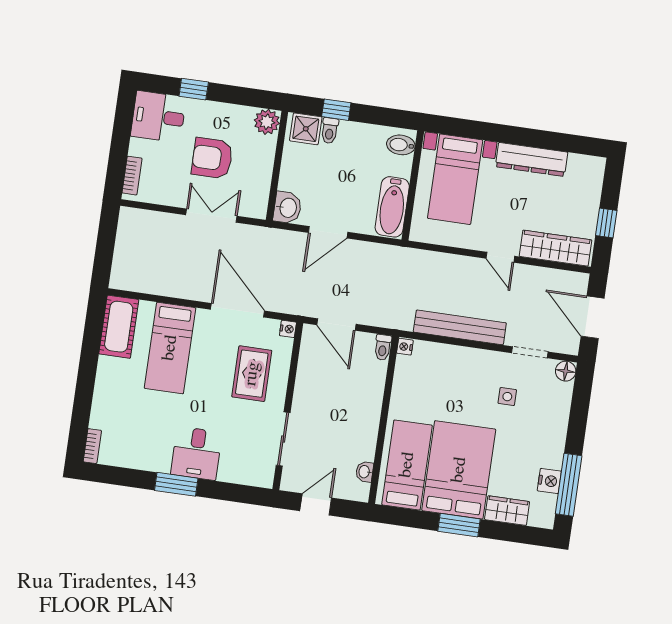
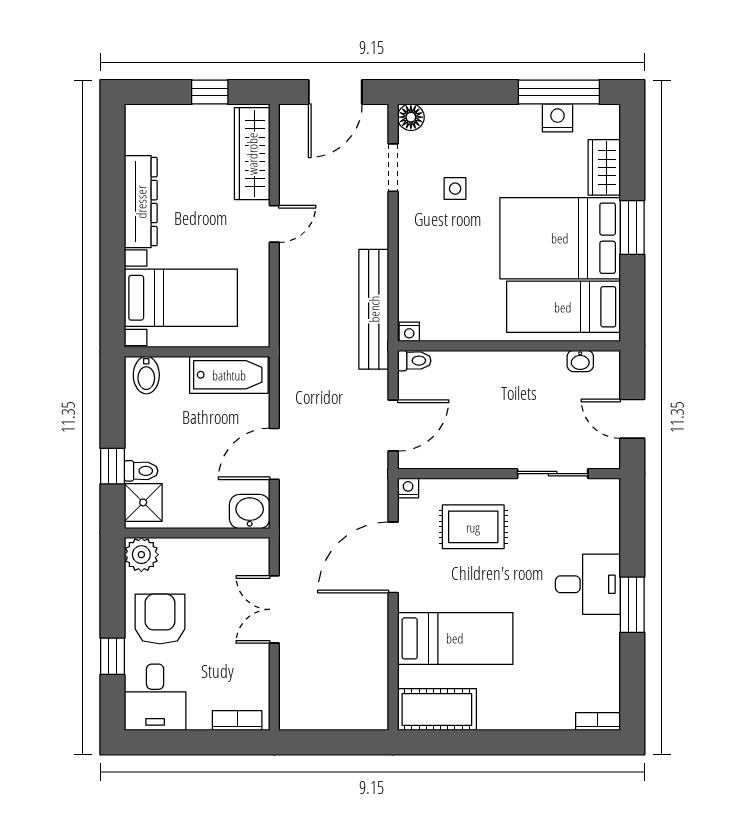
armchair: (212, 158) -> (160, 619), moved, turned 180
door: (328, 232) -> (274, 454), swing flipped
bench: (460, 327) -> (374, 309), moved

